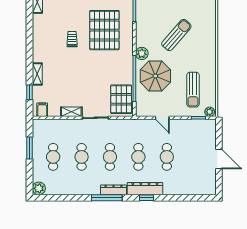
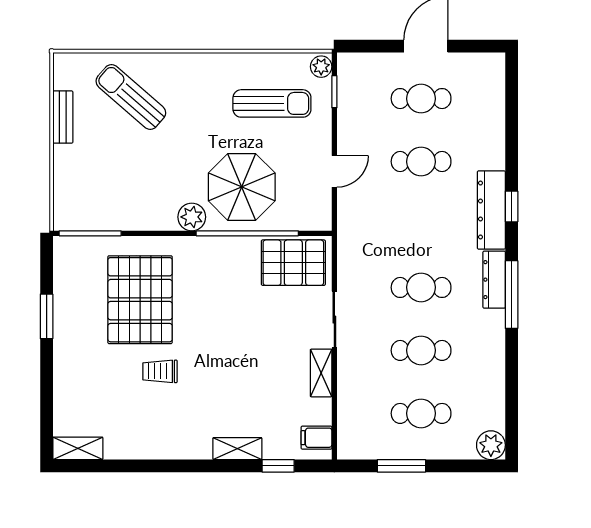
pallet: (104, 30) -> (140, 300), turned 90
sun lounger: (176, 35) -> (131, 97), moved
cafe table: (138, 157) -> (421, 99), moved

